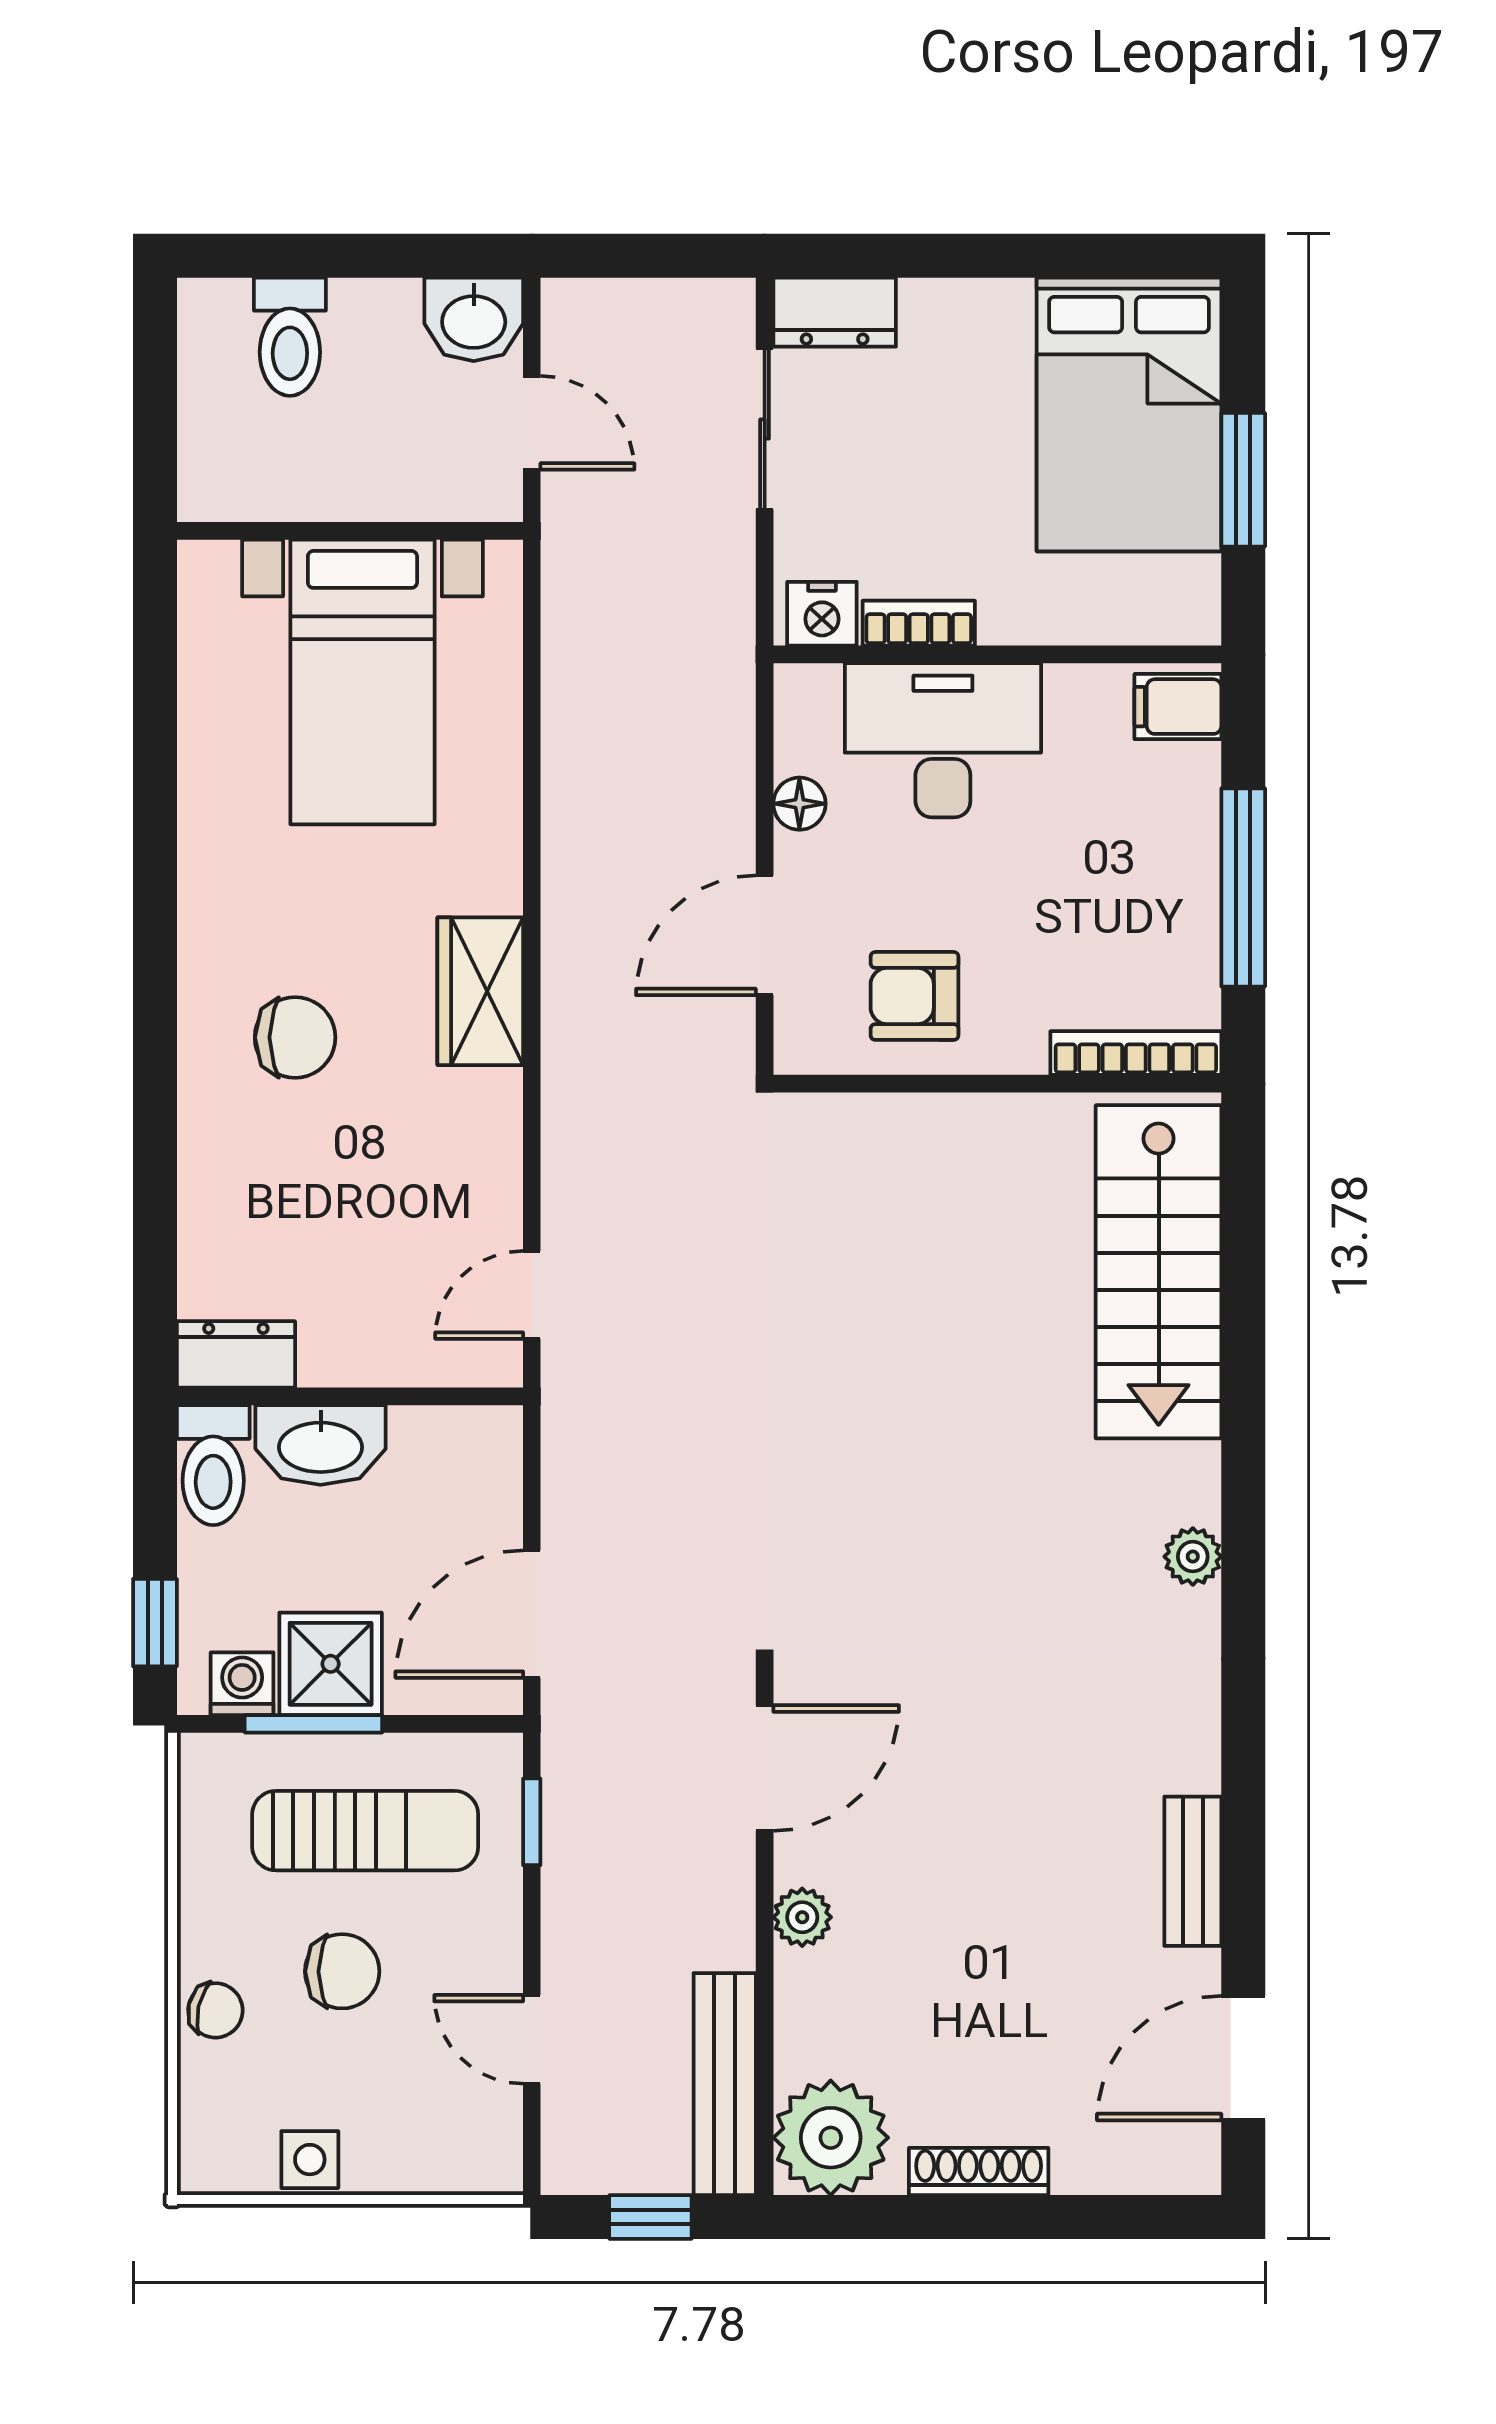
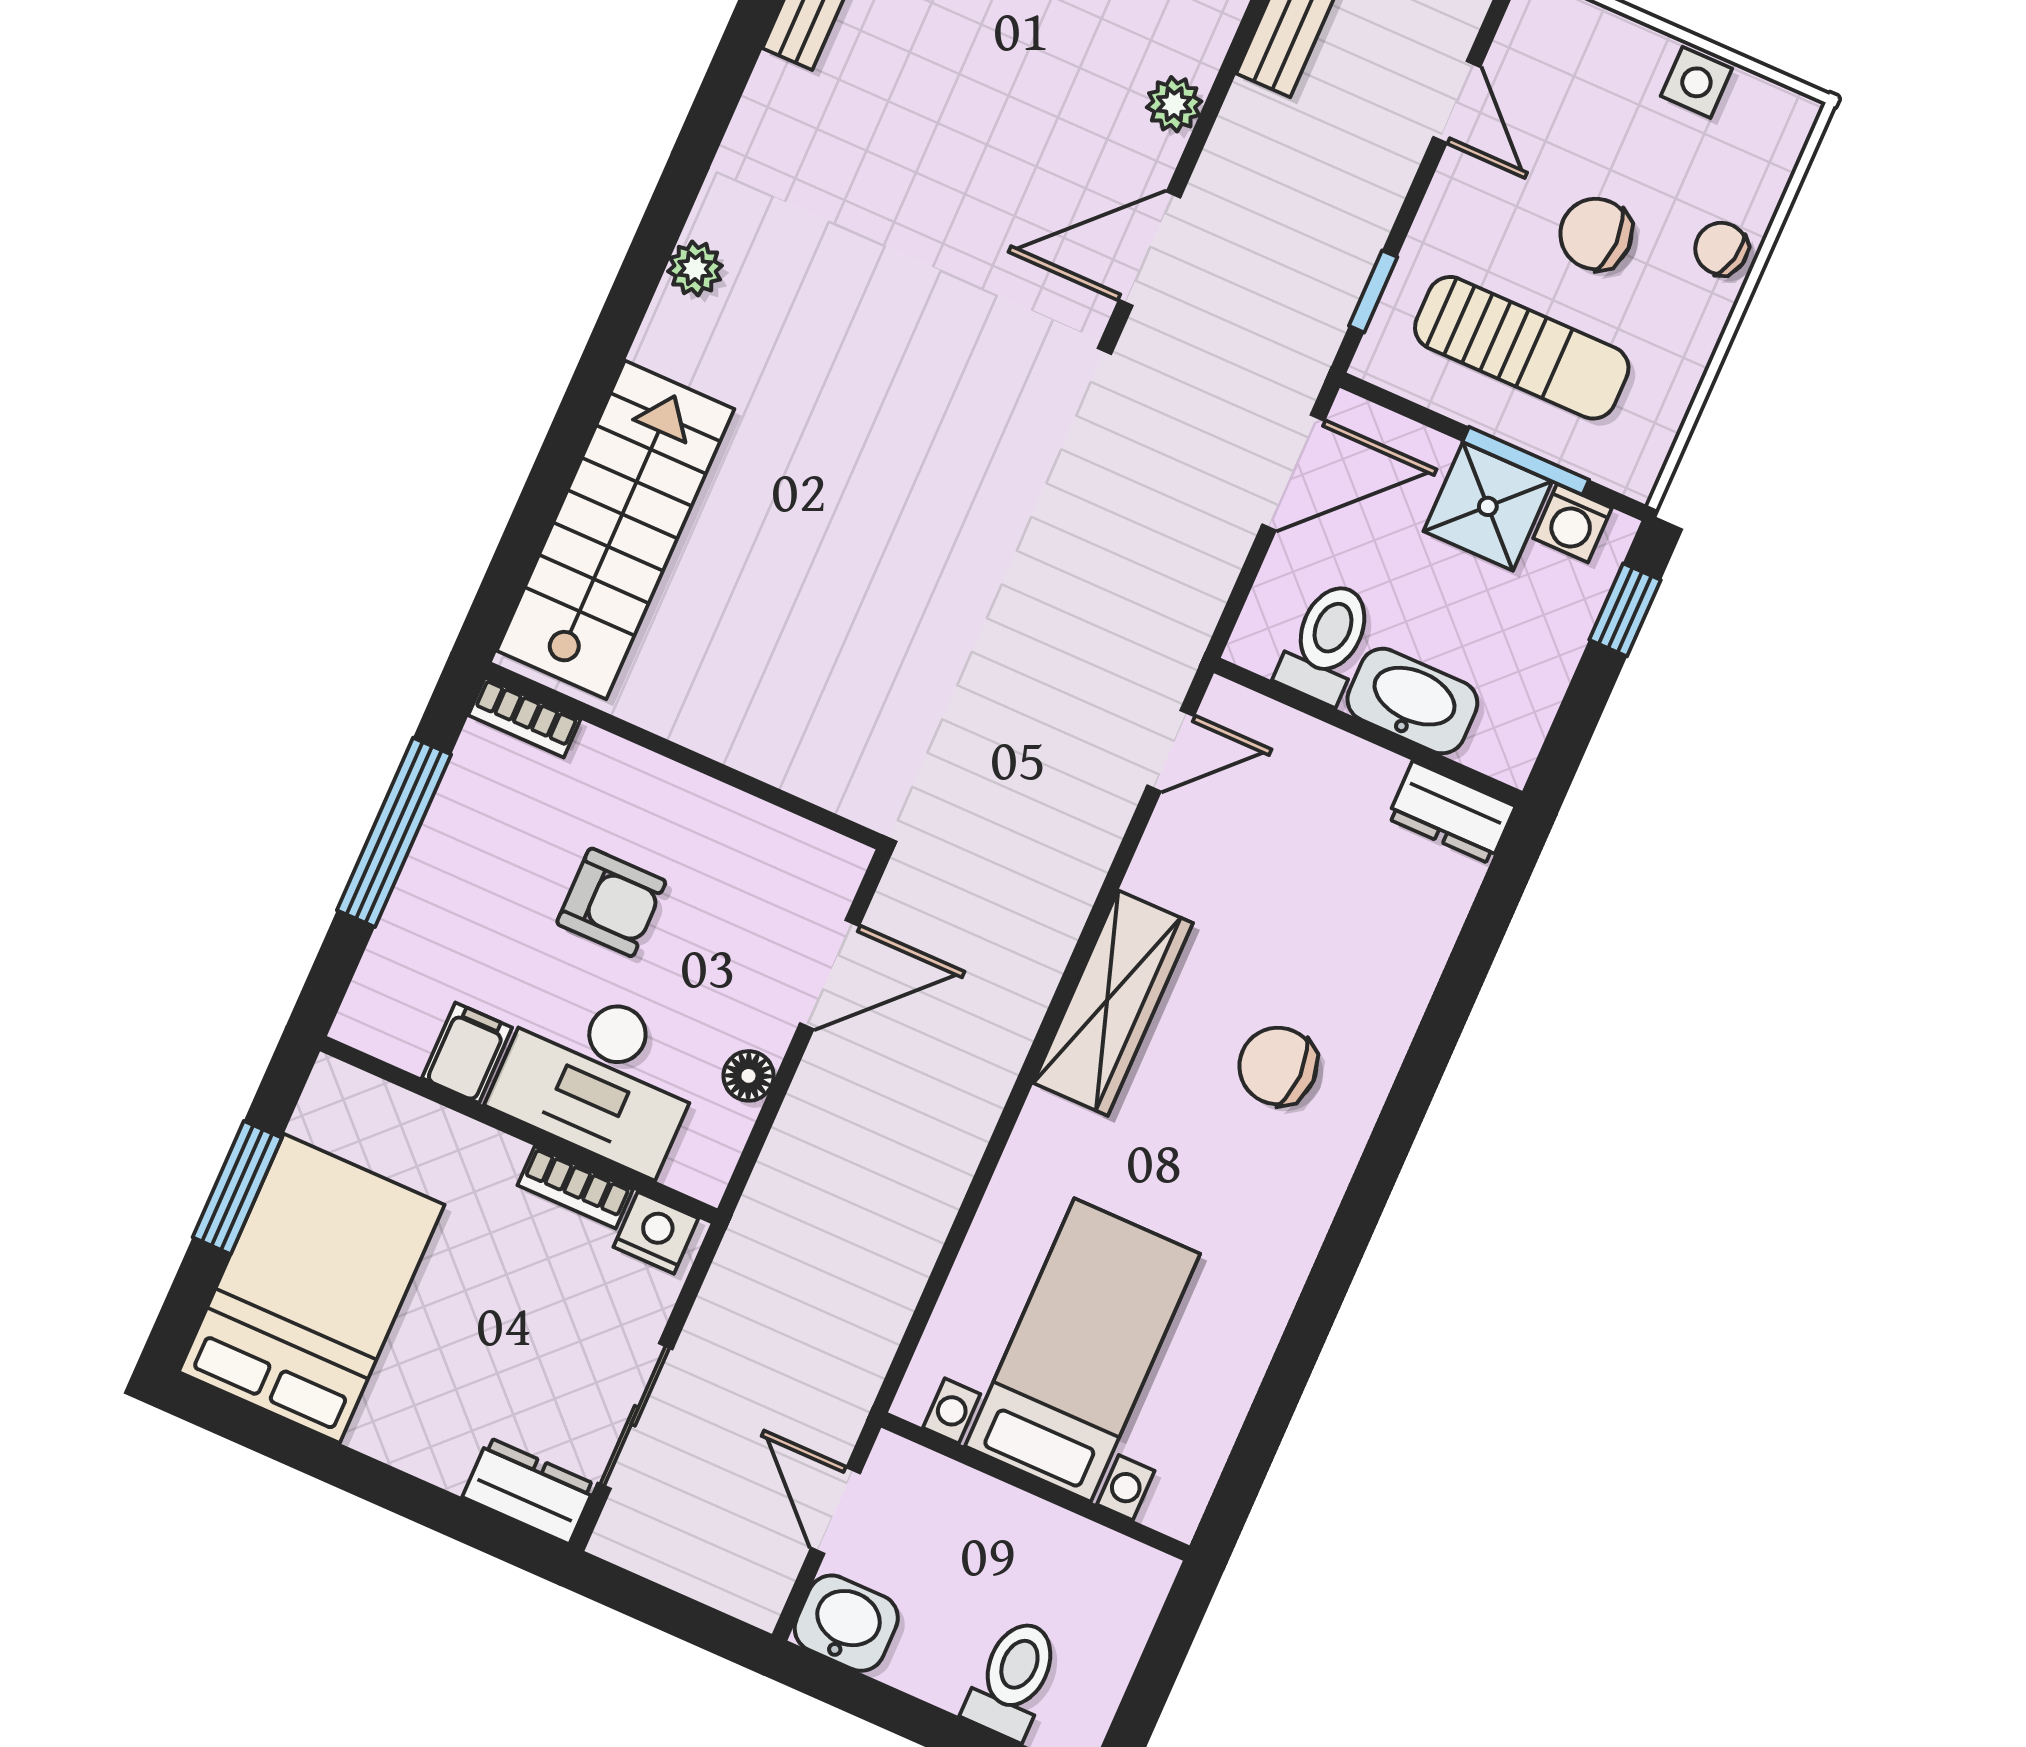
filing cabinet: (1178, 707) -> (467, 1053), moved, turned -90
wardrobe: (480, 991) -> (1113, 1003), width x1.50
armchair: (915, 996) -> (611, 902), moved
bookcase: (1136, 1053) -> (524, 717), width x0.64
toilet: (213, 1465) -> (1327, 642), moved
sun lounger: (365, 1831) -> (1522, 348), turned 180

